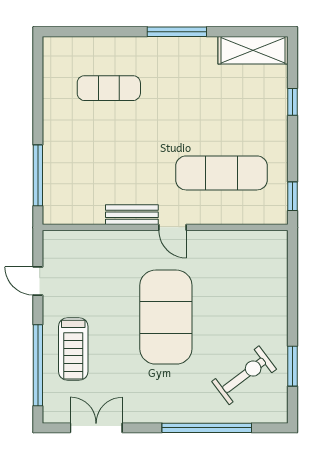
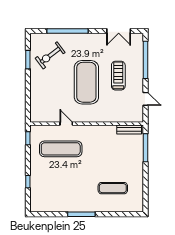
shelving: (253, 50) -> (46, 206), removed
bench: (132, 215) -> (129, 130), moved
door: (173, 227) -> (66, 124), moved
treadmill: (73, 349) -> (118, 76), moved

